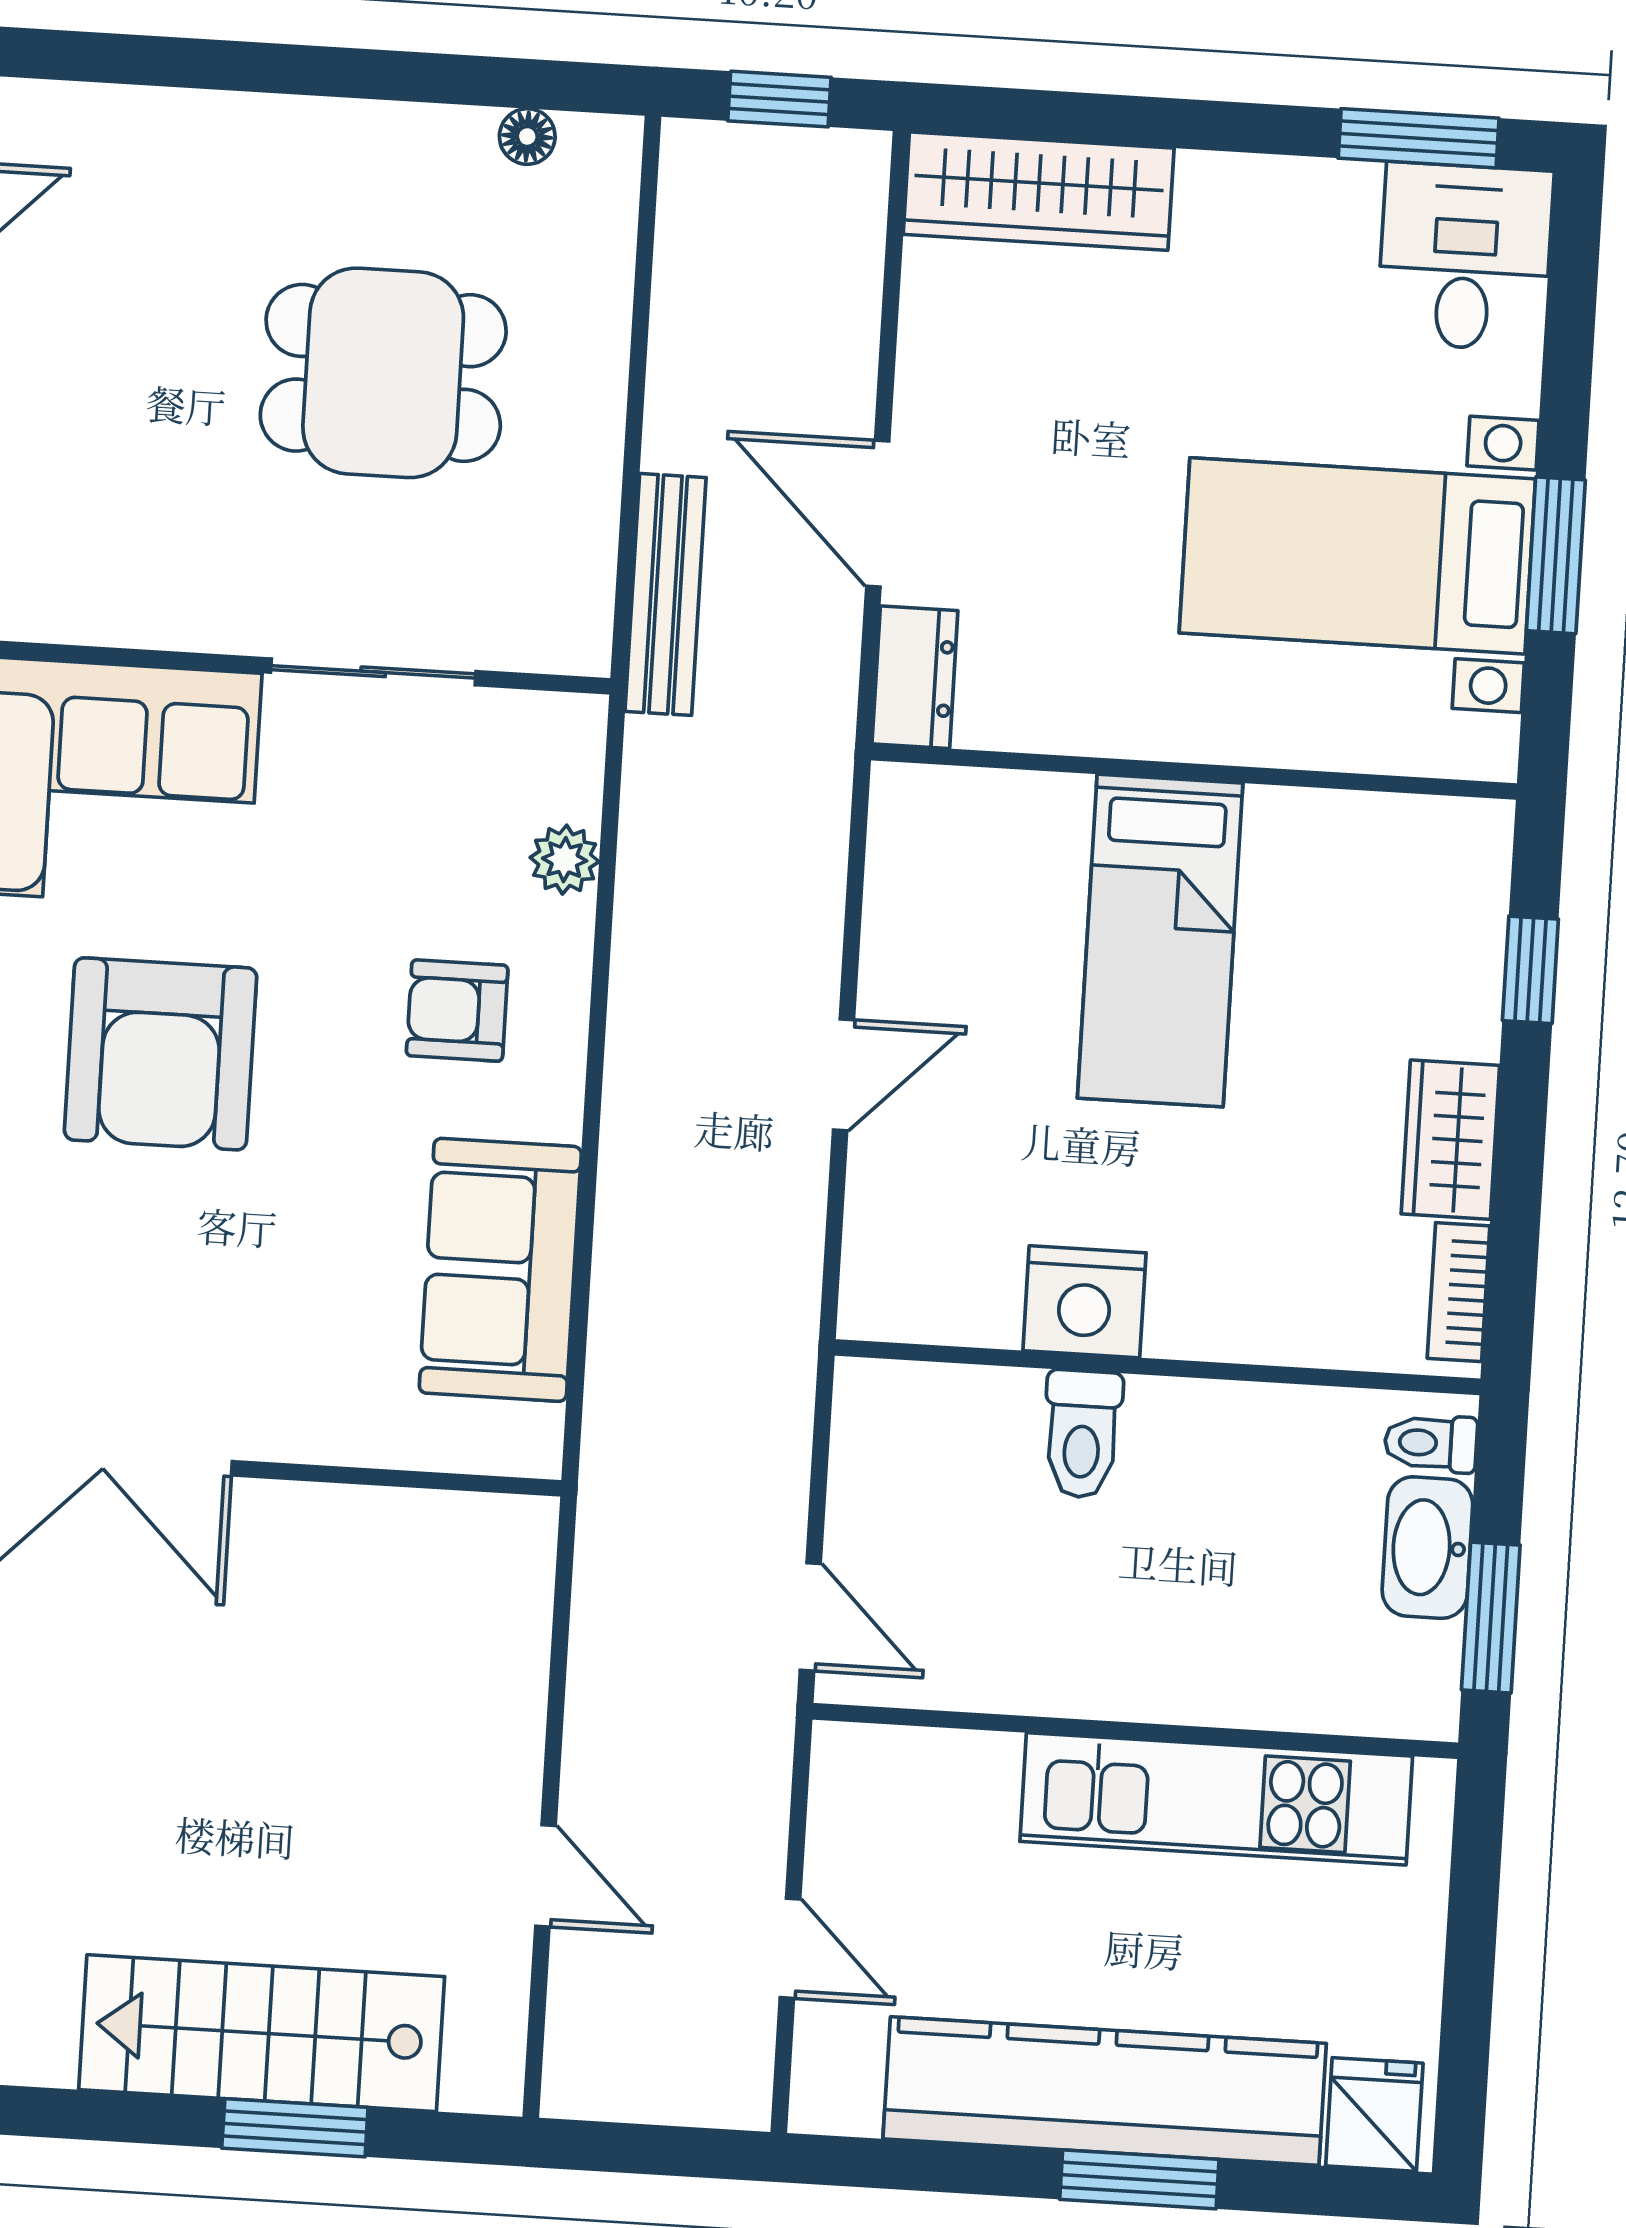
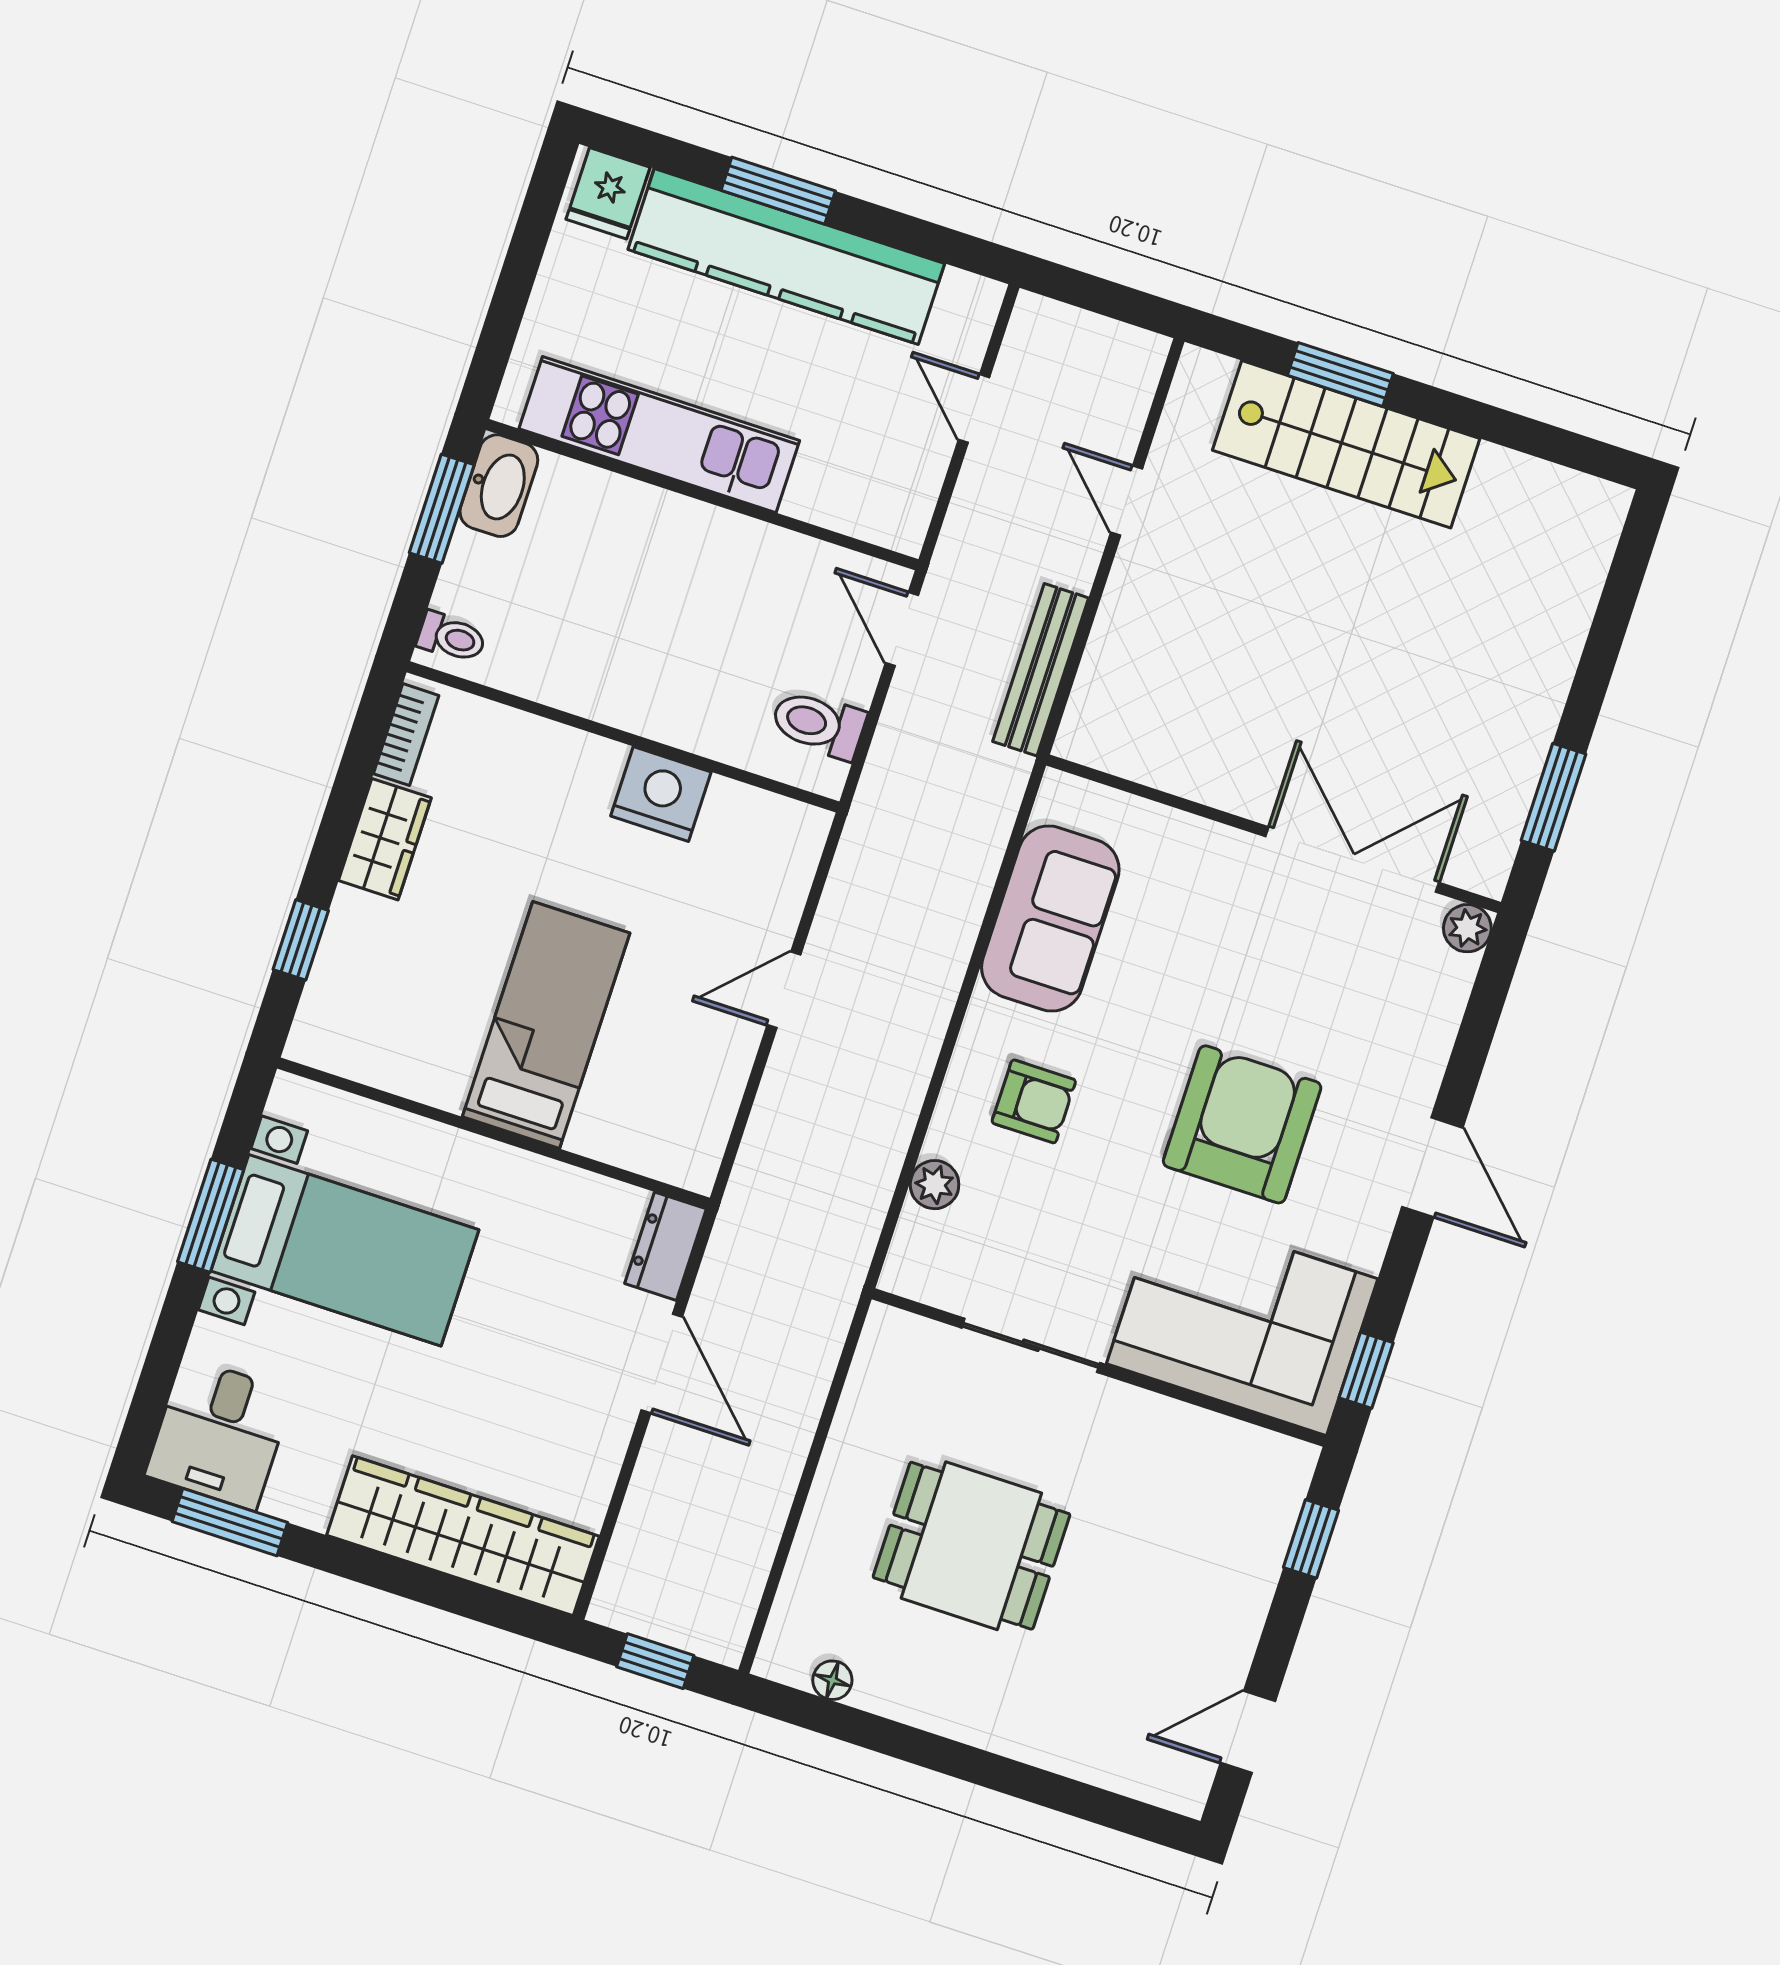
wardrobe: (1039, 191) -> (463, 1536), width x1.40, depth x1.17
bench: (666, 594) -> (1041, 670), moved
toilet: (1082, 1434) -> (818, 724), moved, turned -90
washbasin: (1427, 1548) -> (499, 486), moved

